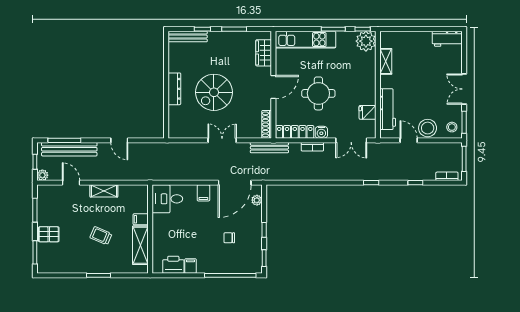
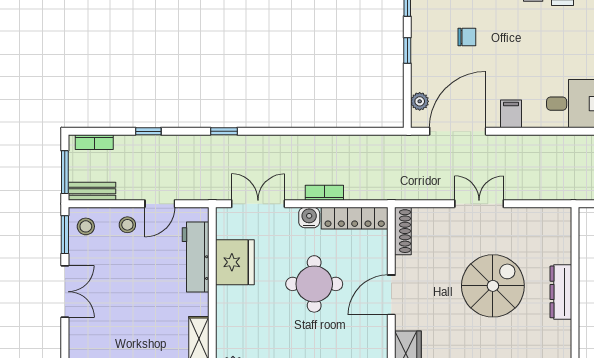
fridge: (368, 112) -> (235, 262), width x1.88, depth x1.34
stool: (428, 128) -> (127, 225), width x0.53, depth x0.53
double door: (222, 140) -> (479, 204), swing flipped
door: (409, 140) -> (160, 204), hinge flipped
bench: (269, 148) -> (92, 191), moved, width x0.73

